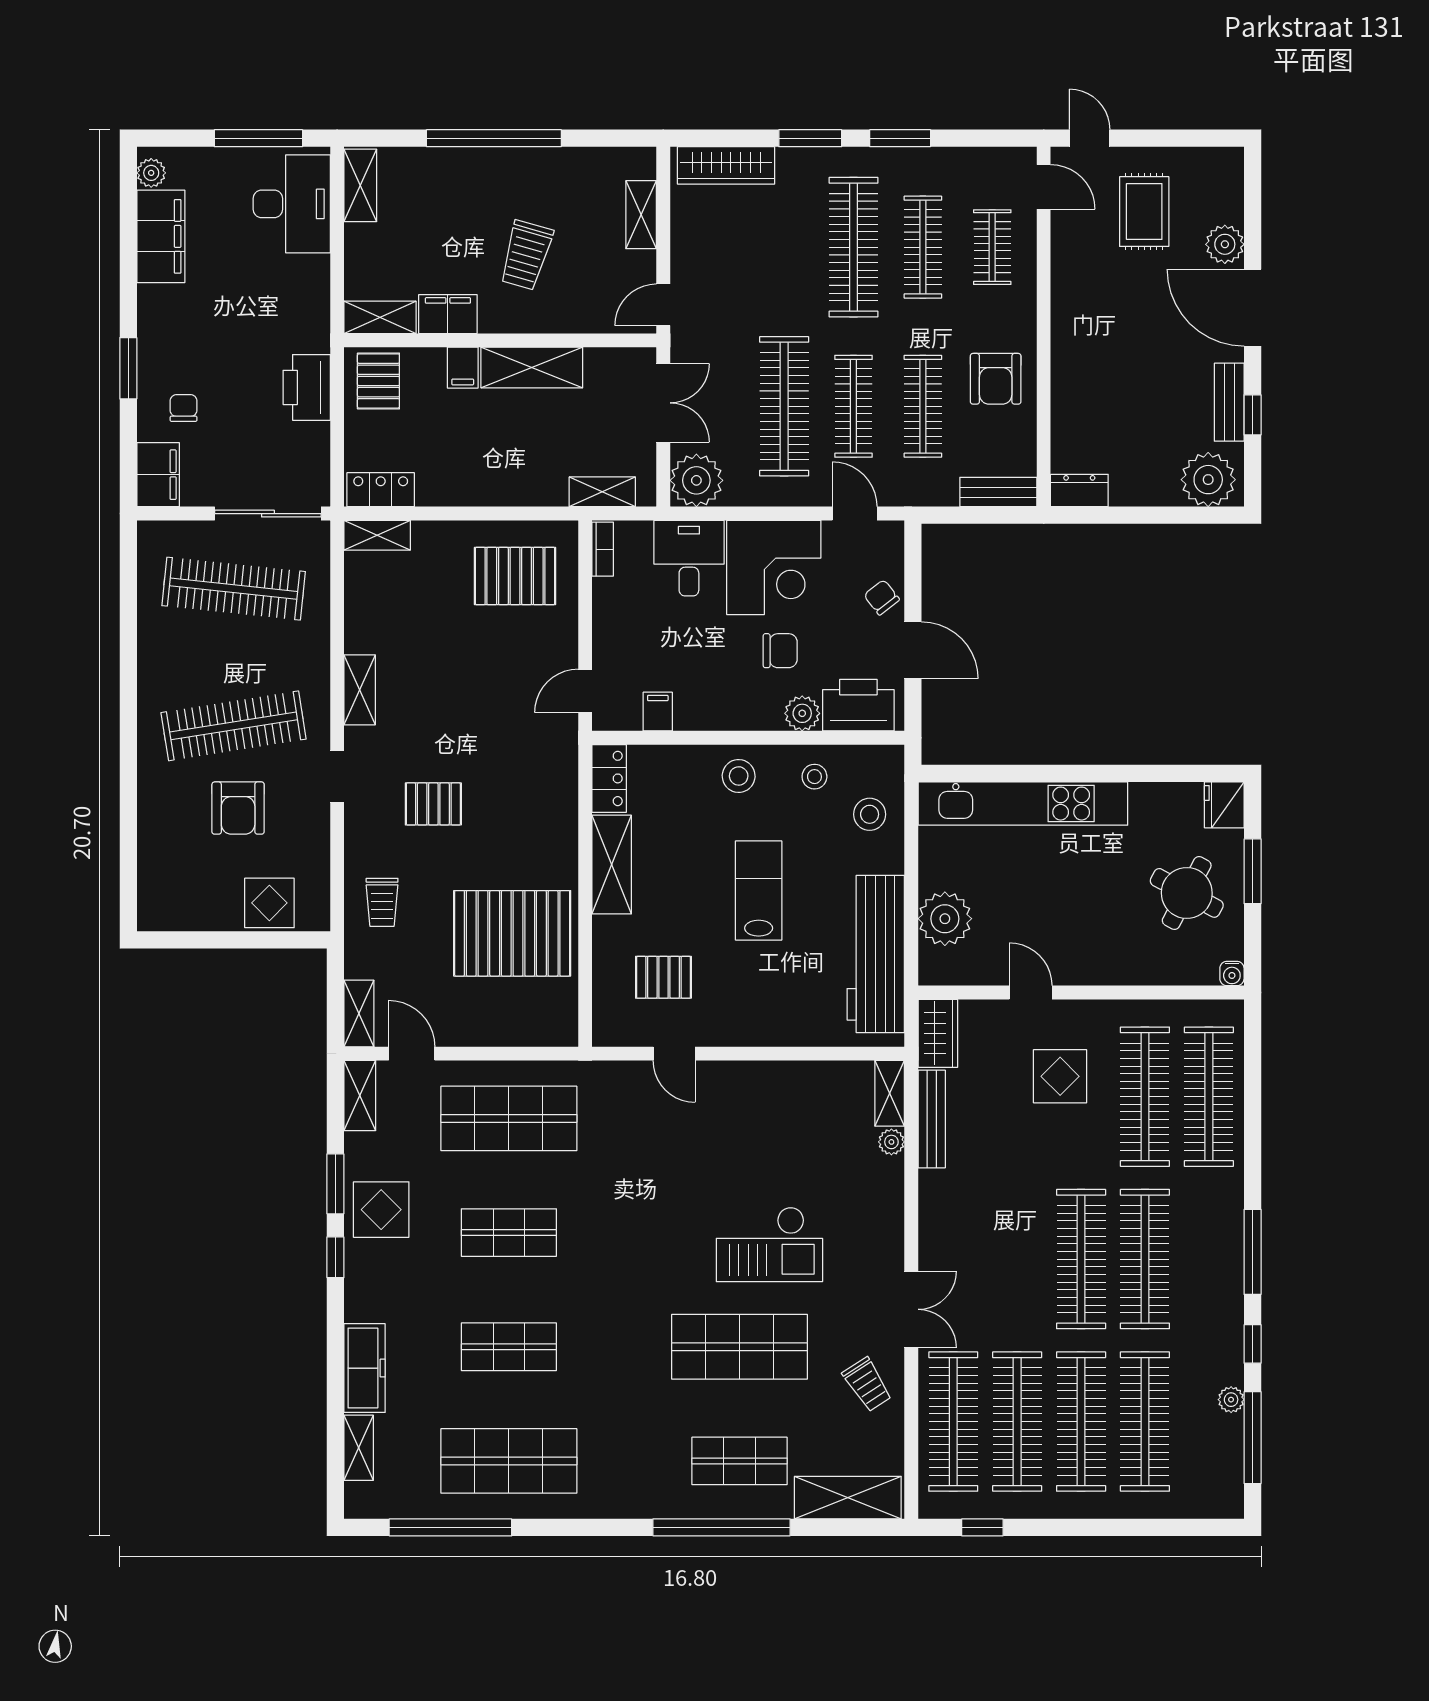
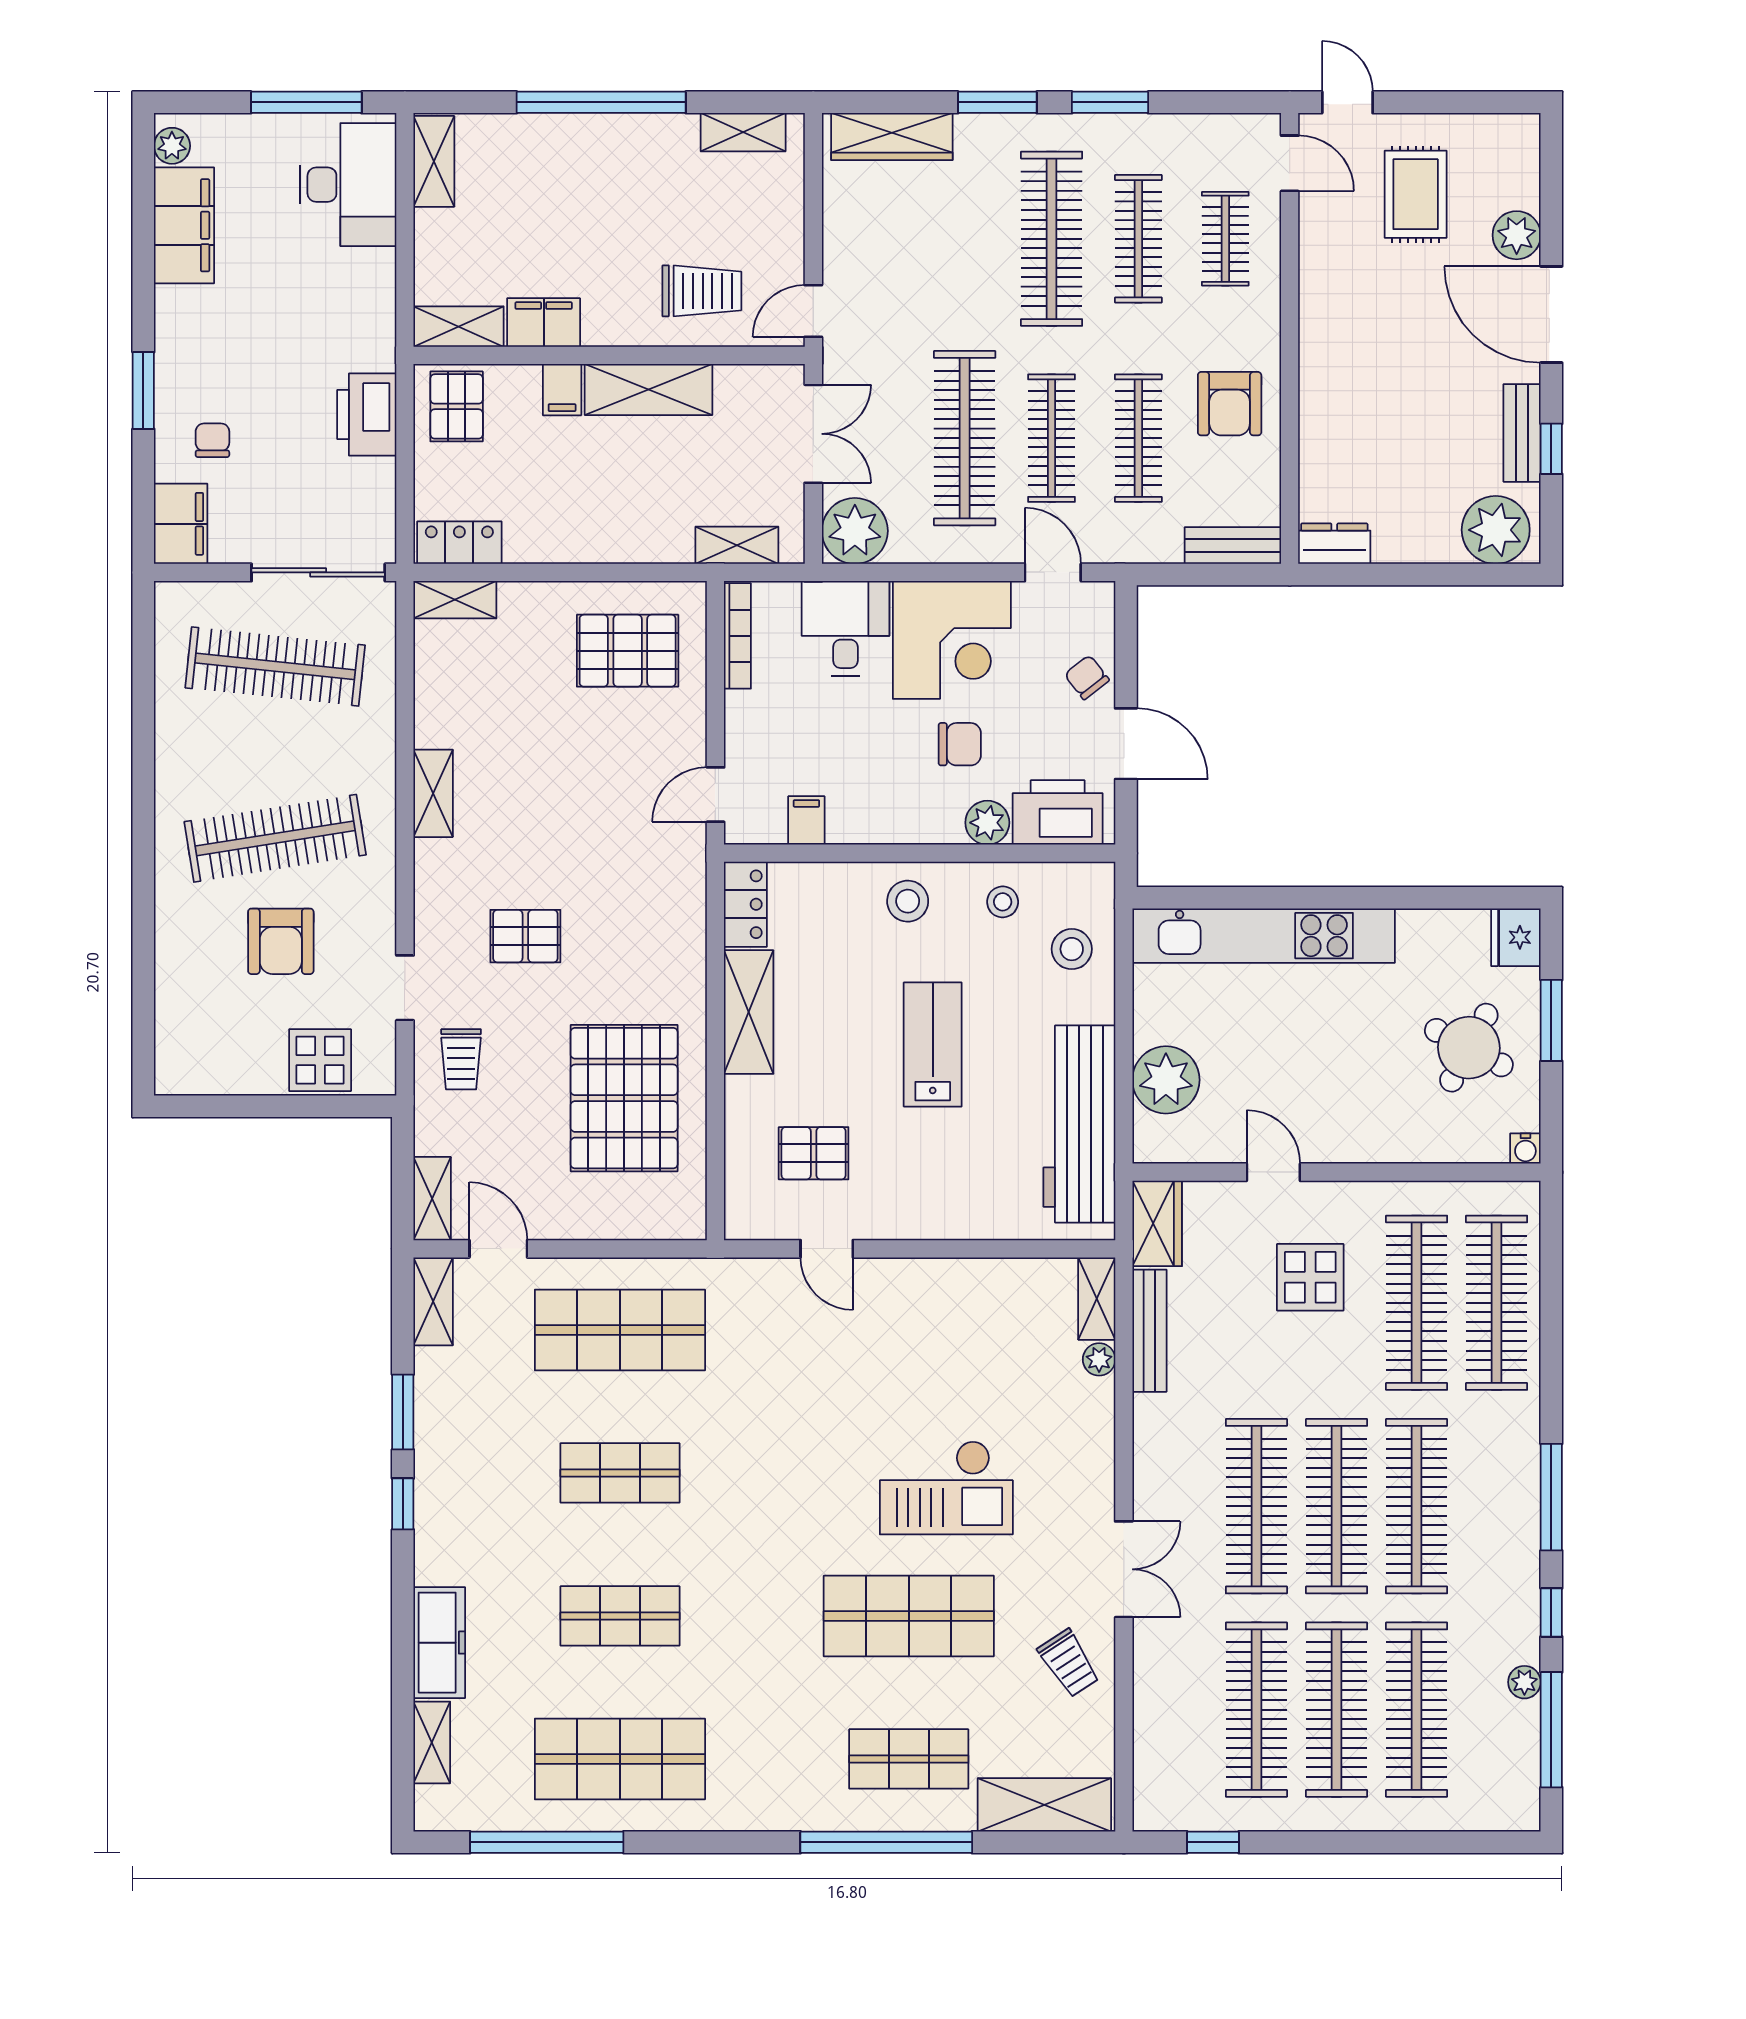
shelving: (641, 215) -> (743, 132), moved, turned 90
trolley: (526, 255) -> (702, 291), moved, turned -106
bookcase: (603, 549) -> (737, 636), width x1.56
doorway: (337, 776) -> (405, 988), moved
pallet: (512, 933) -> (624, 1098), turned 90
display table: (381, 1210) -> (460, 1444), removed
clothes rail: (953, 1422) -> (1256, 1506), moved

